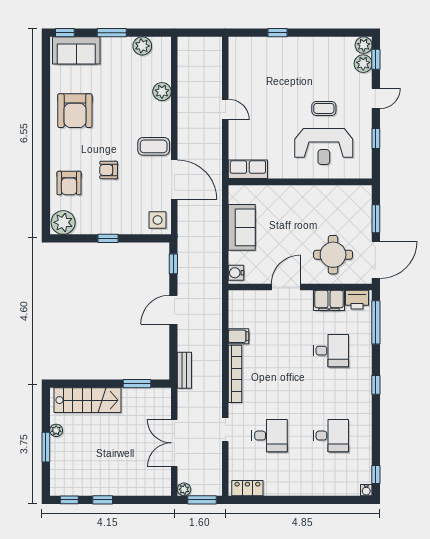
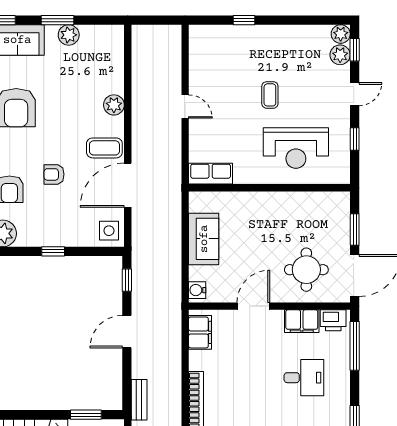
plant: (142, 46) -> (69, 35), moved
plant: (162, 92) -> (114, 105), moved
coffee table: (324, 108) -> (270, 95), moved, turned 90
door: (174, 180) -> (128, 185), swing flipped
filing cabinet: (239, 336) -> (200, 332), moved, width x2.00

